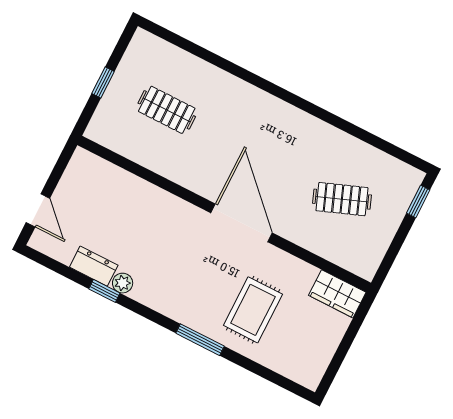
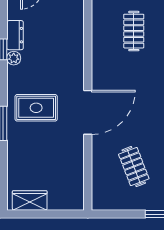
wardrobe: (337, 294) -> (30, 201), moved, turned 90
rug: (253, 310) -> (36, 108), moved

